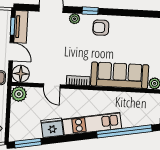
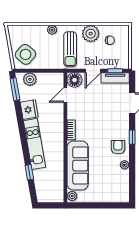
plant: (75, 19) -> (125, 165), moved
door: (52, 86) -> (65, 95), moved
plant: (19, 94) -> (30, 79), moved
window: (124, 131) -> (29, 172), width x0.32

